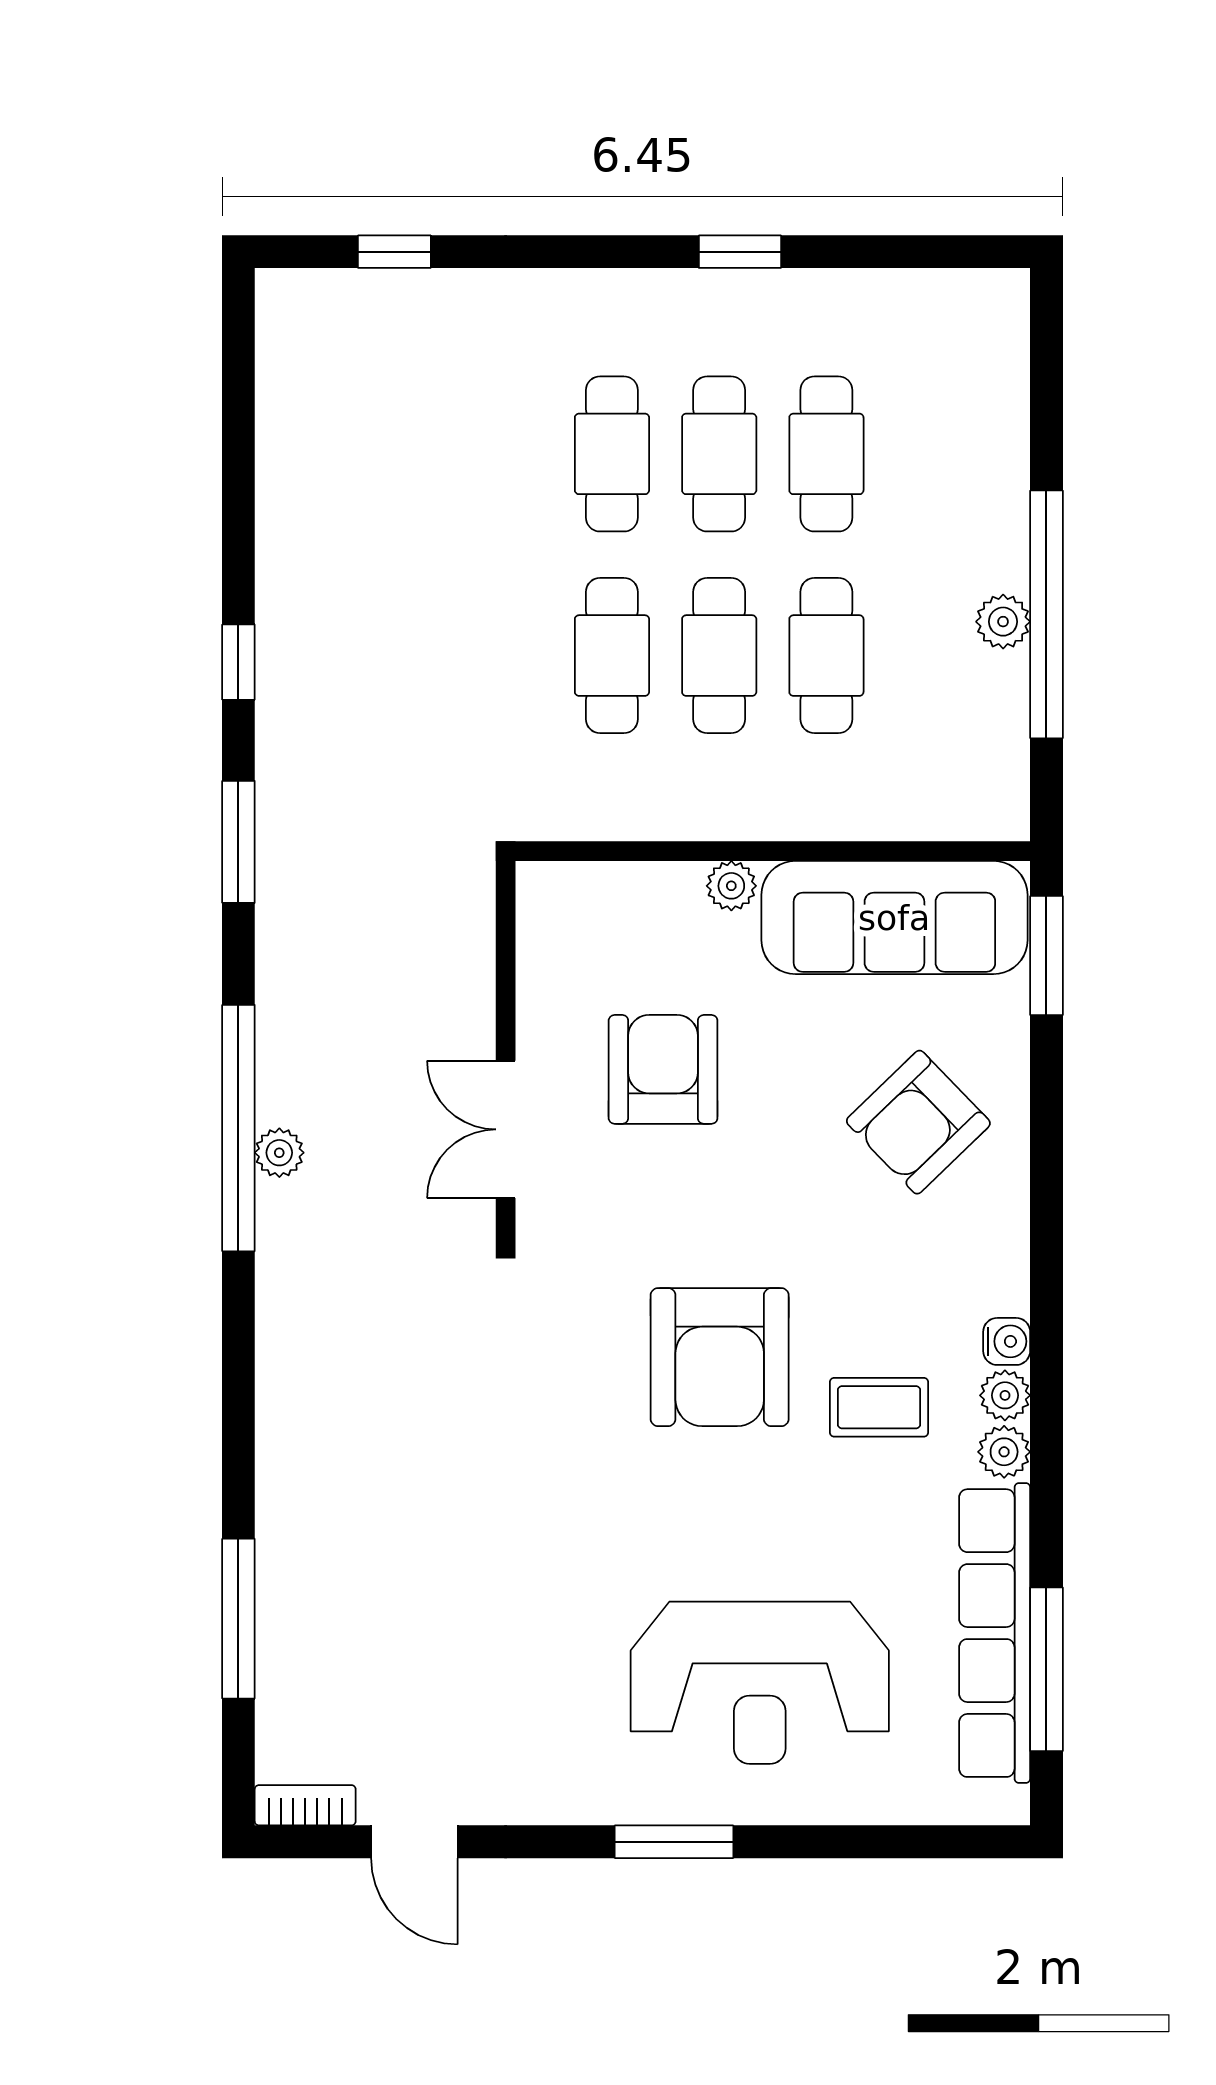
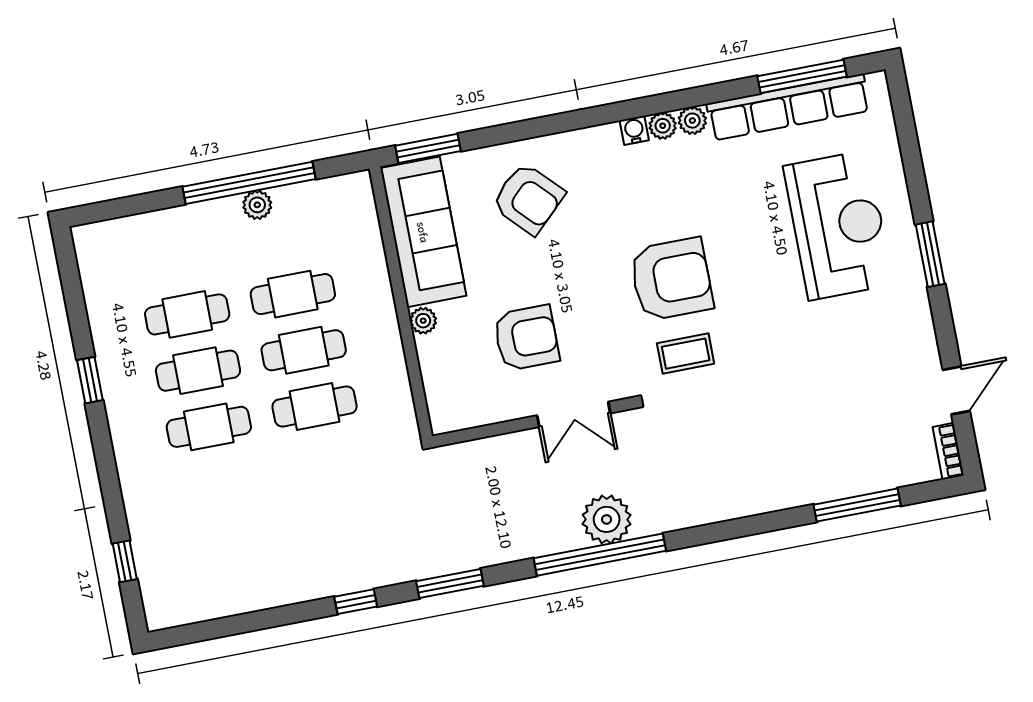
armchair: (663, 1069) -> (526, 338), turned 180
plant: (279, 1153) -> (607, 519), width x1.88, depth x1.88
coffee table: (879, 1407) -> (686, 354), moved, turned 90

